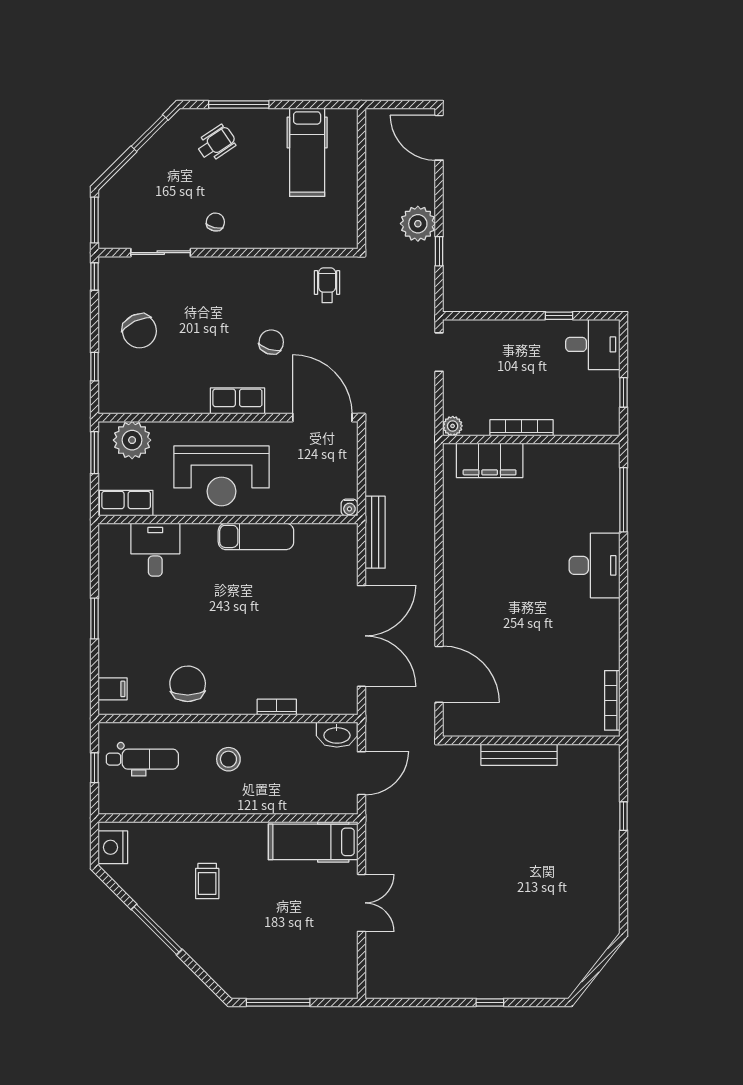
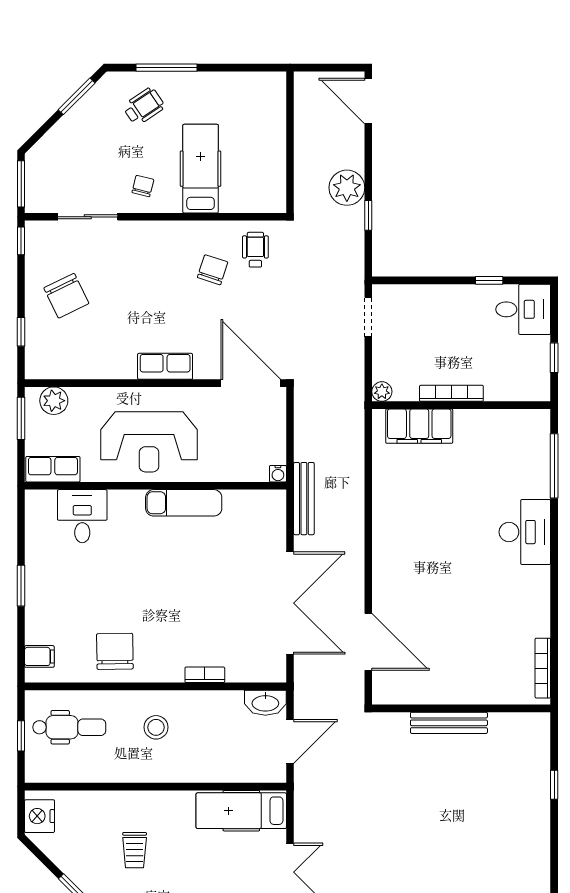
hospital bed: (307, 152) -> (201, 169), moved, turned 180
chair: (271, 342) -> (213, 270), moved
plant: (132, 440) -> (54, 401), width x0.73, depth x0.73

